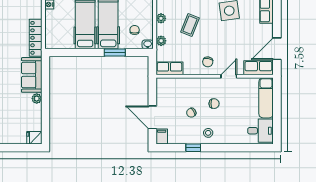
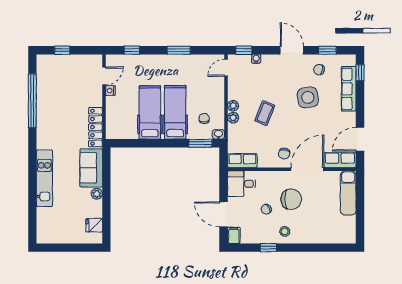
plant: (161, 41) -> (233, 118), moved
window: (115, 52) -> (200, 143), moved
door: (229, 76) -> (307, 169), width x1.87
chair: (214, 104) -> (291, 199), width x1.87, depth x1.87
desk: (260, 131) -> (242, 184), moved, turned 180
fridge: (34, 138) -> (94, 225), moved

